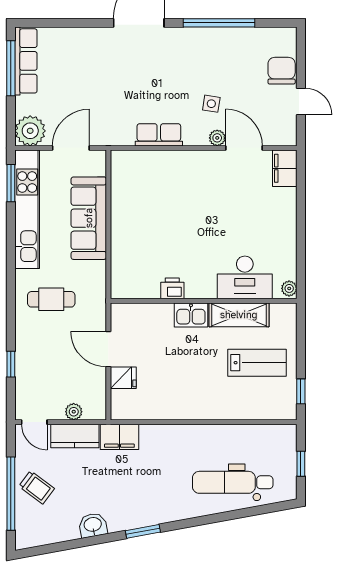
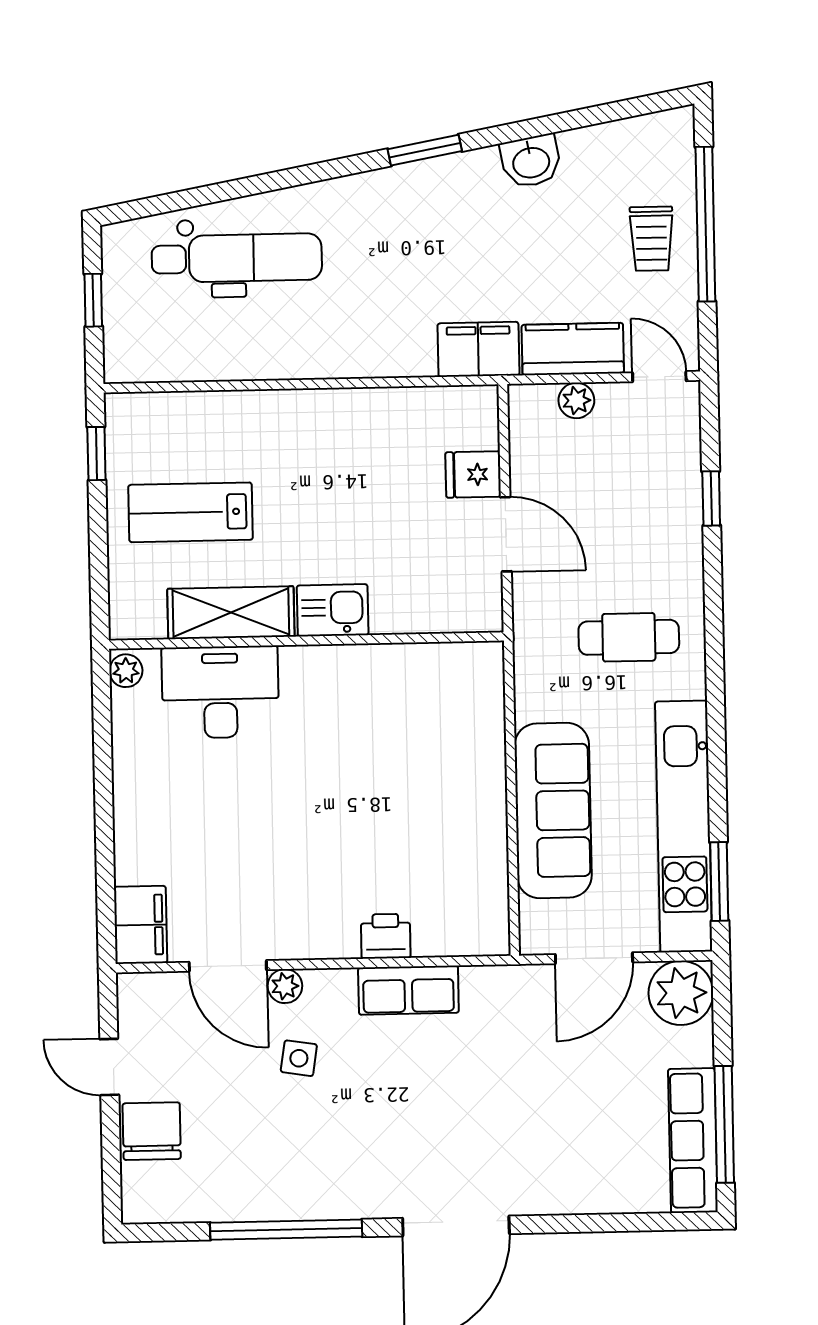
chair: (282, 71) -> (152, 1131), turned 180
printer: (172, 288) -> (386, 936), moved, turned 180
trolley: (37, 487) -> (652, 239), turned -127

